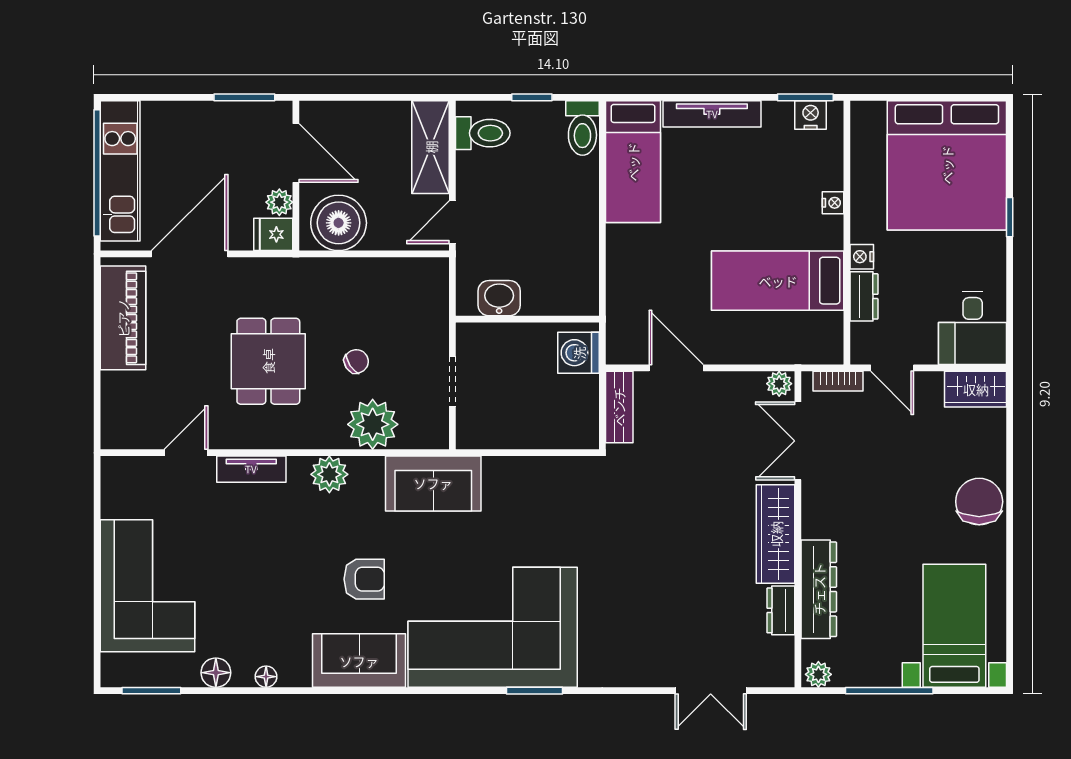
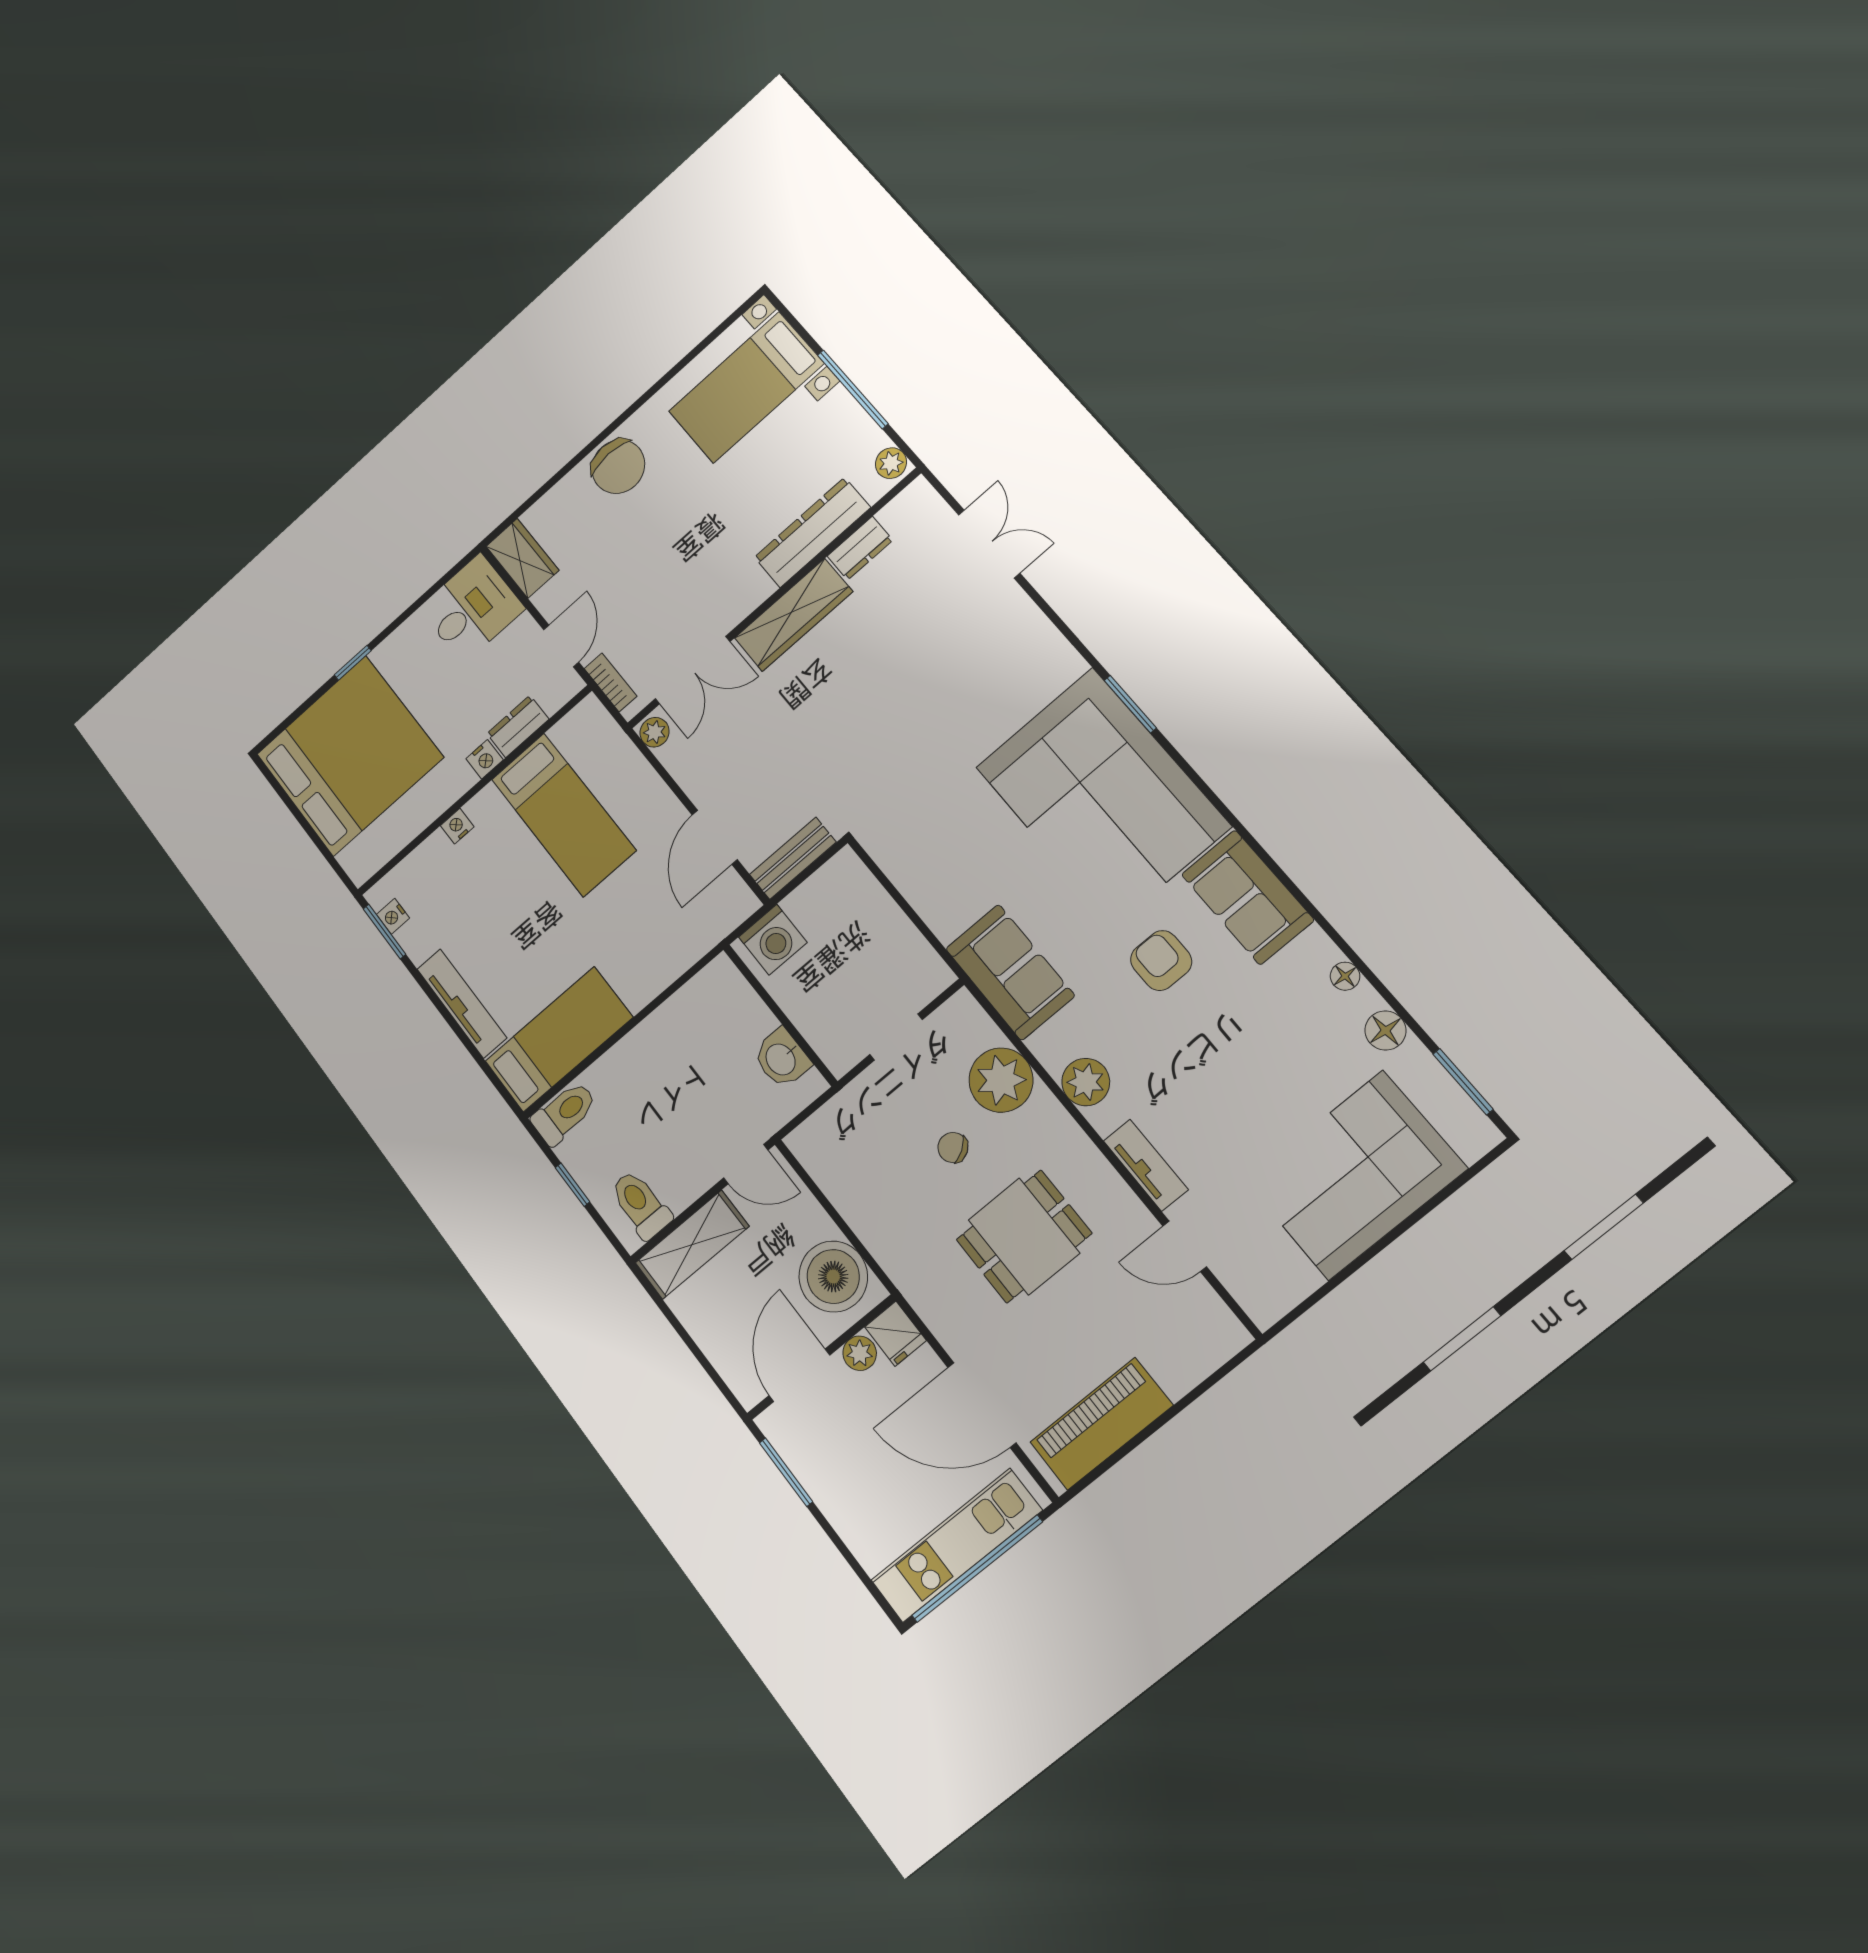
nightstand: (811, 115) -> (393, 916), width x0.72, depth x0.74
chair: (979, 502) -> (618, 467), turned -90

